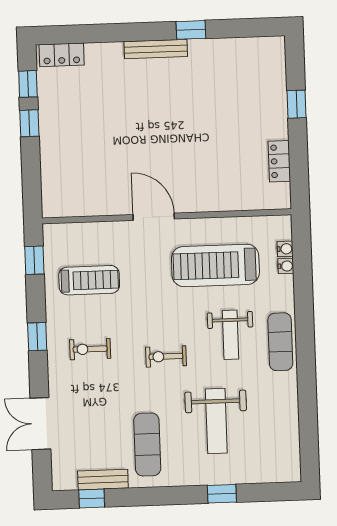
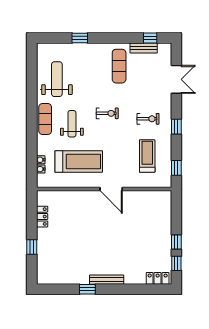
treadmill: (89, 280) -> (147, 156), turned 90
weight bench: (216, 421) -> (57, 79), moved

